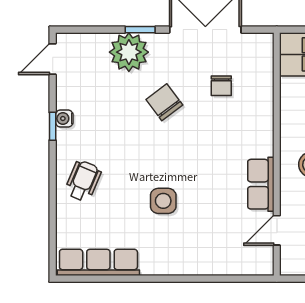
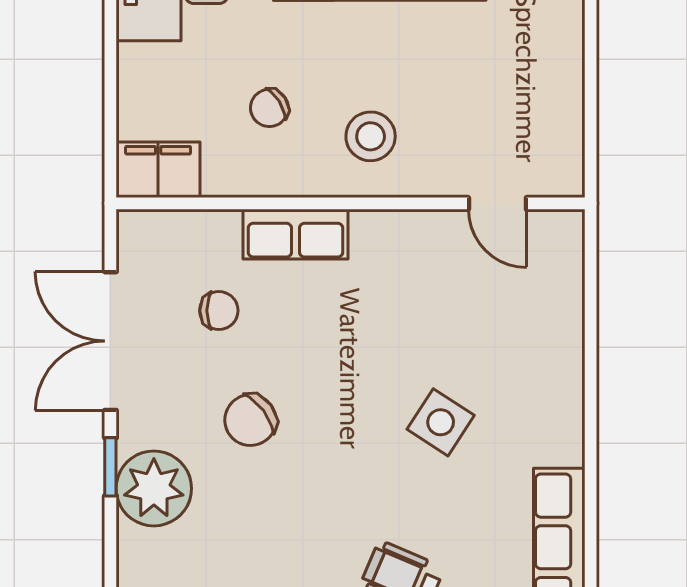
row of seats: (261, 184) -> (295, 234), moved
side table: (163, 201) -> (441, 422), turned 33

